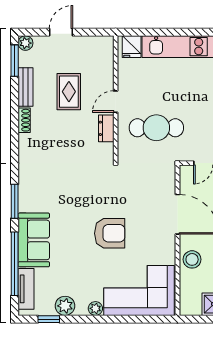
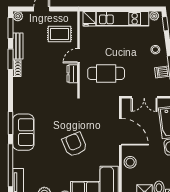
rug: (69, 92) -> (60, 34), moved, turned 90
window: (15, 107) -> (10, 59), added
armchair: (110, 233) -> (75, 145), turned -113
sofa: (34, 240) -> (23, 132), moved

